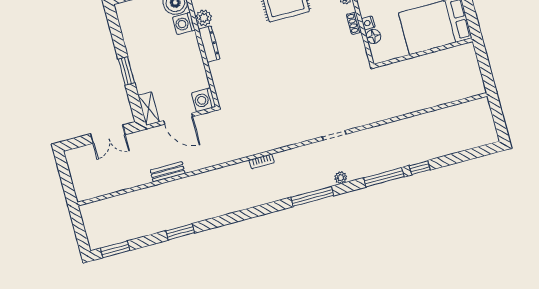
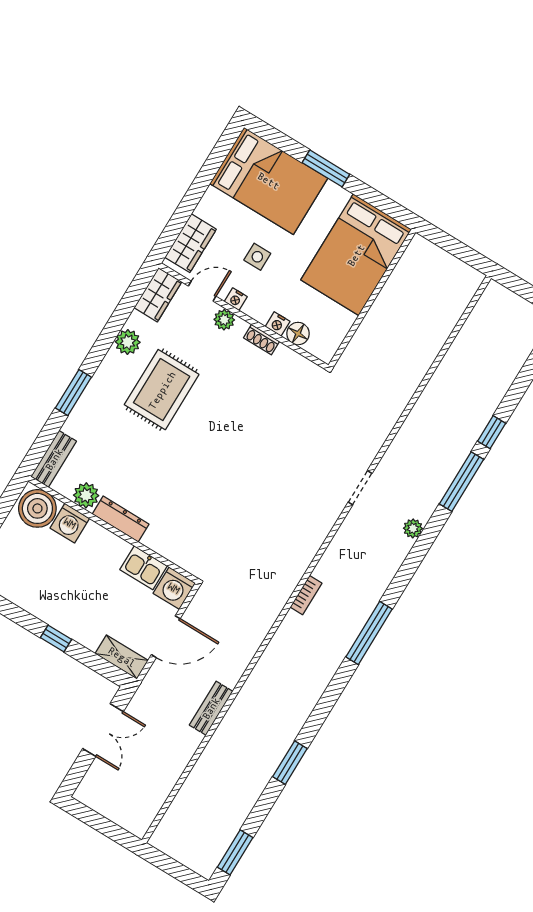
window: (126, 71) -> (56, 639), width x0.67
kitchen sink: (198, 77) -> (144, 568), added
window: (312, 197) -> (369, 633), moved

